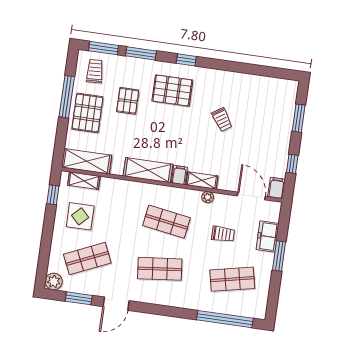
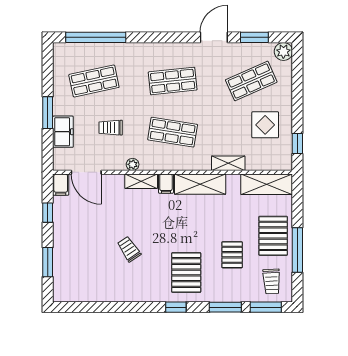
pallet: (172, 90) -> (186, 273), turned 90
shelving: (84, 181) -> (228, 163), moved

